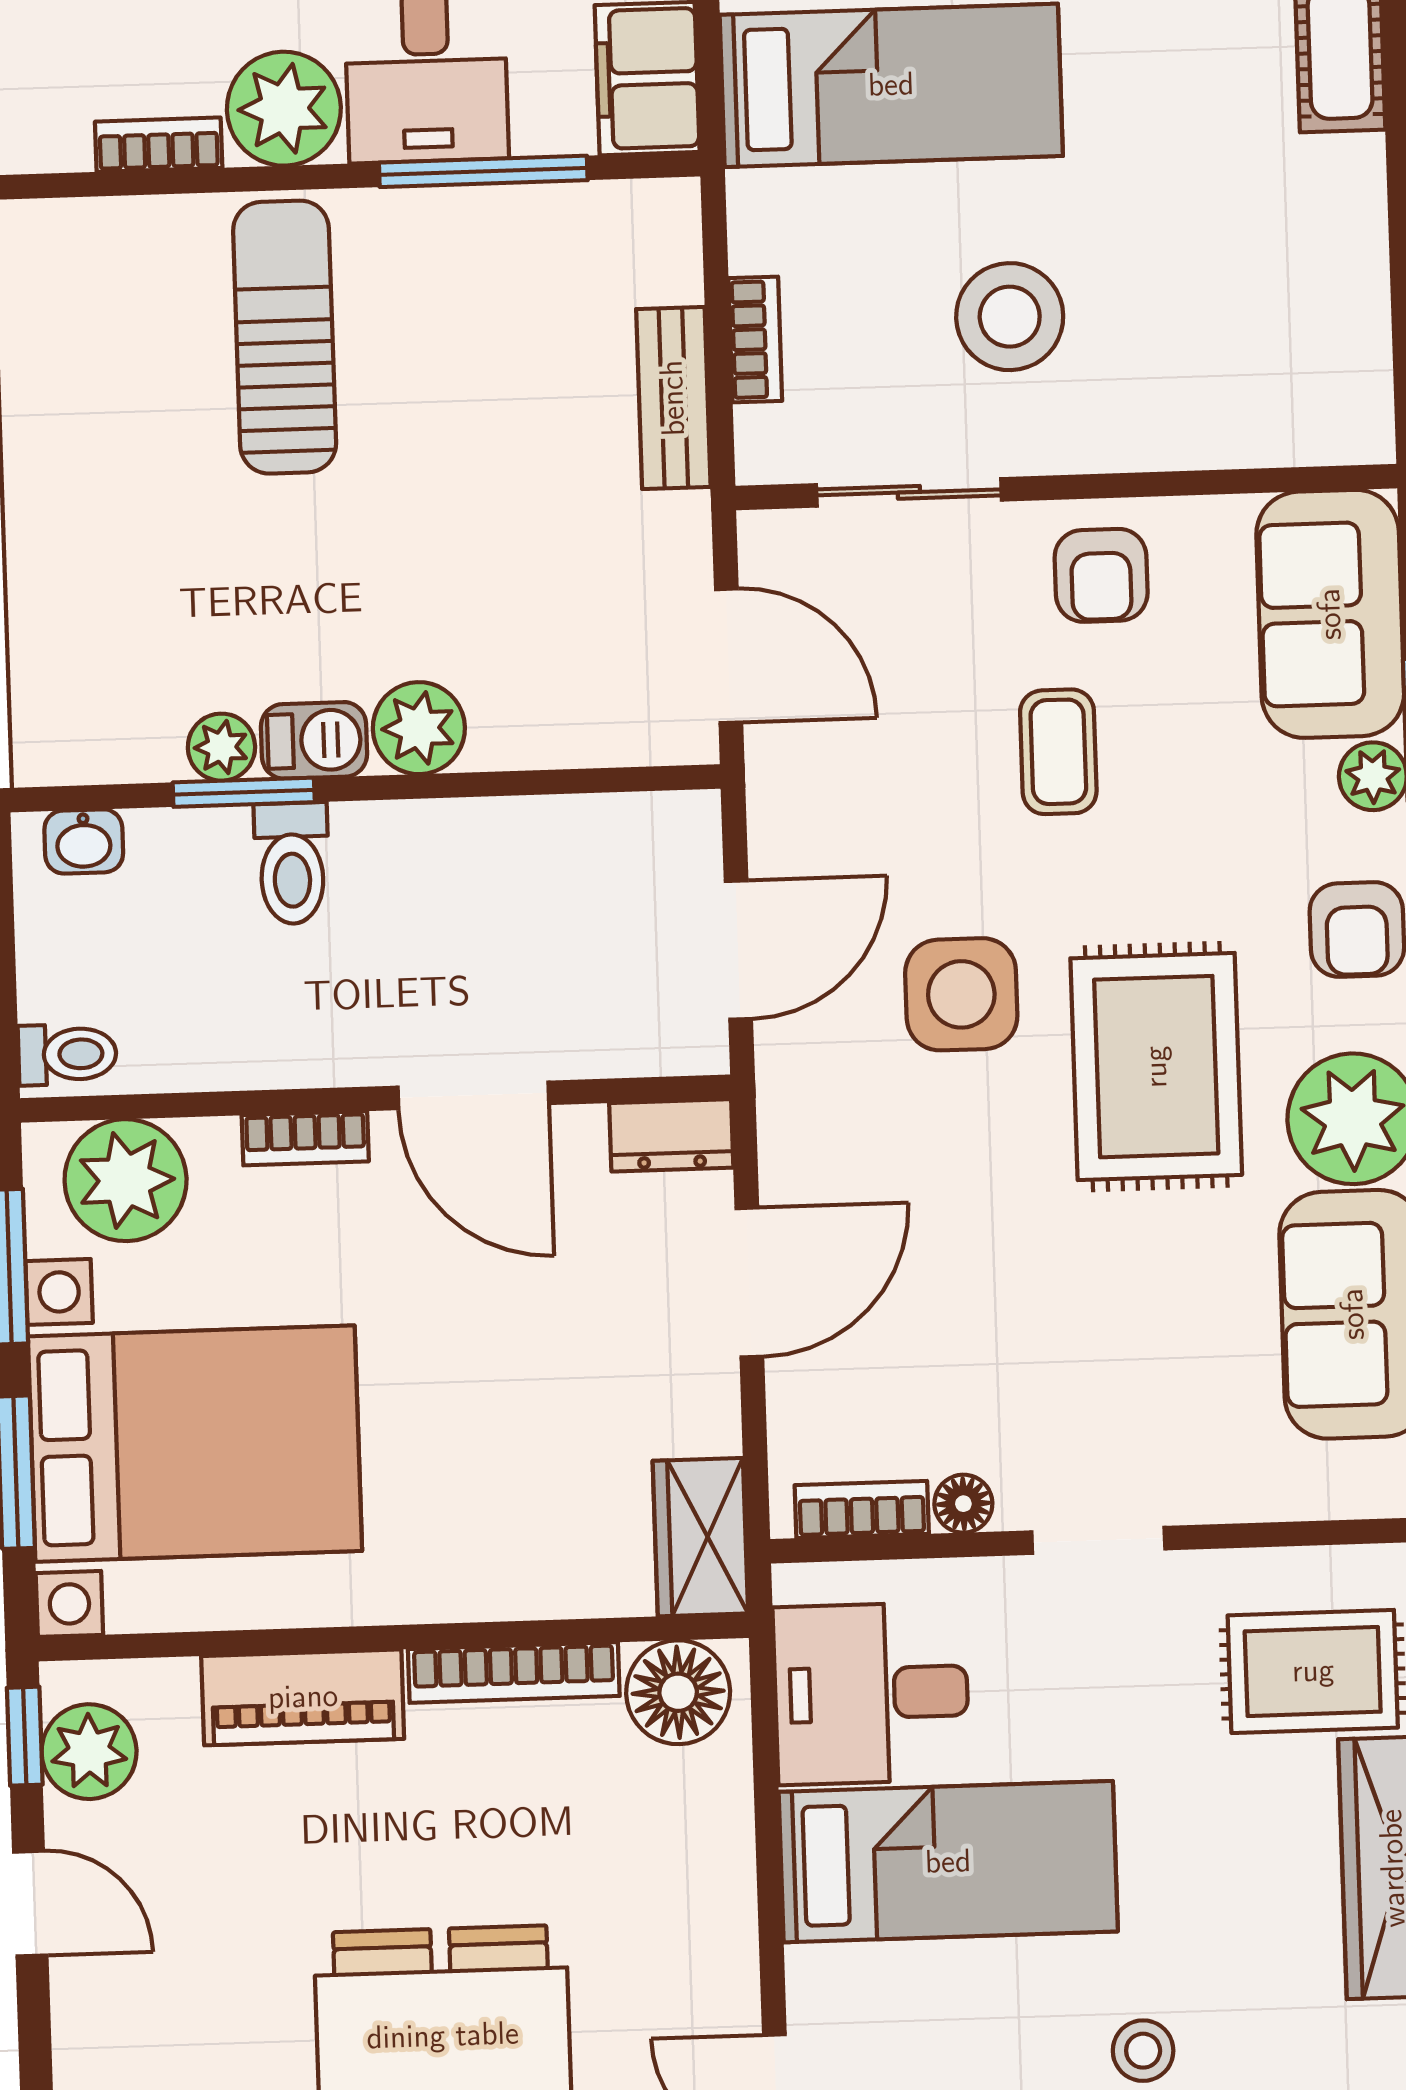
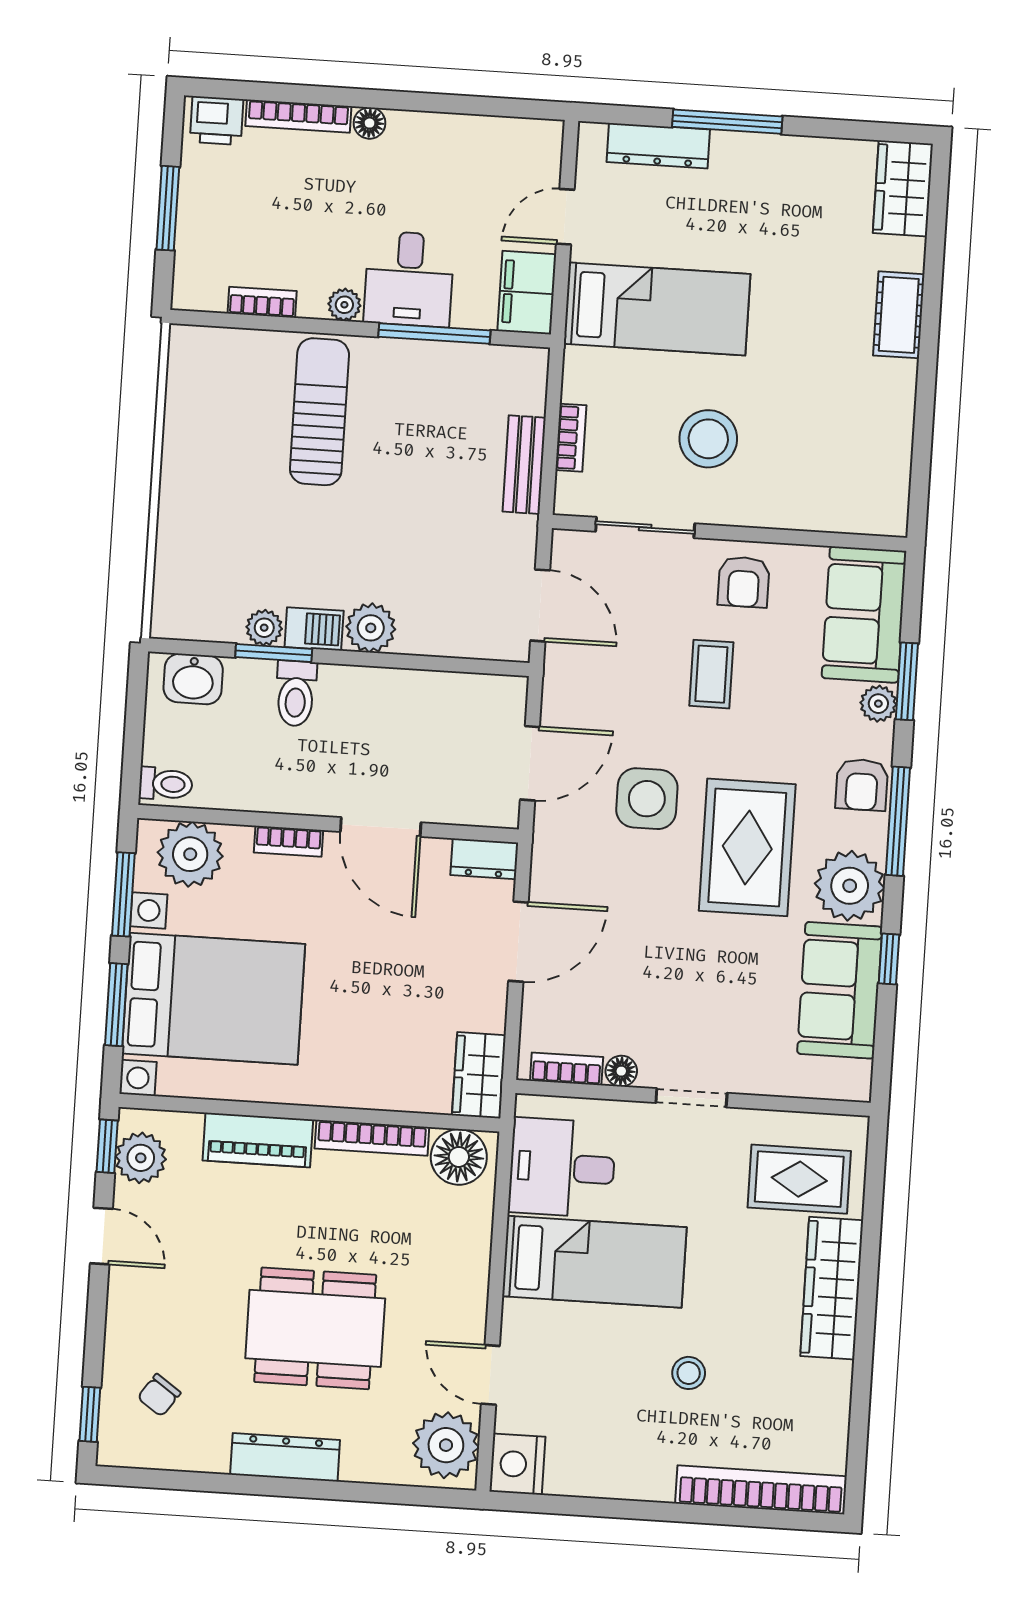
plant: (284, 109) -> (344, 305), width x0.53, depth x0.53
washbasin: (84, 841) -> (193, 679), width x1.38, depth x1.45

